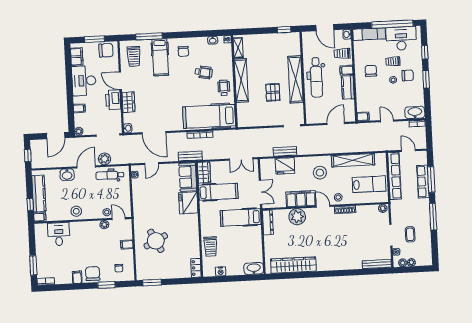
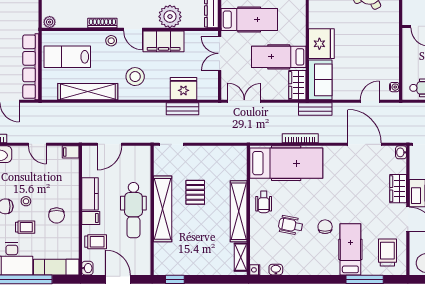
chair: (183, 51) -> (325, 227), moved
dental chair: (316, 77) -> (133, 210), turned 180

